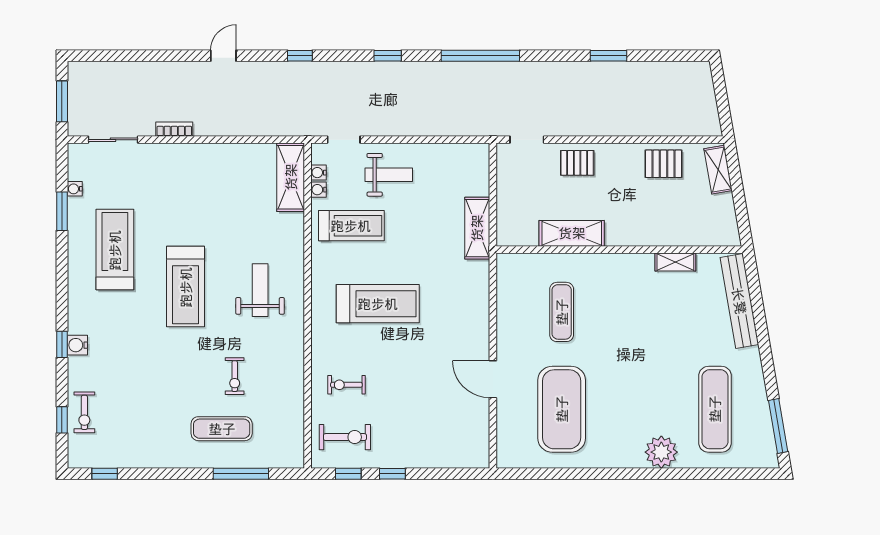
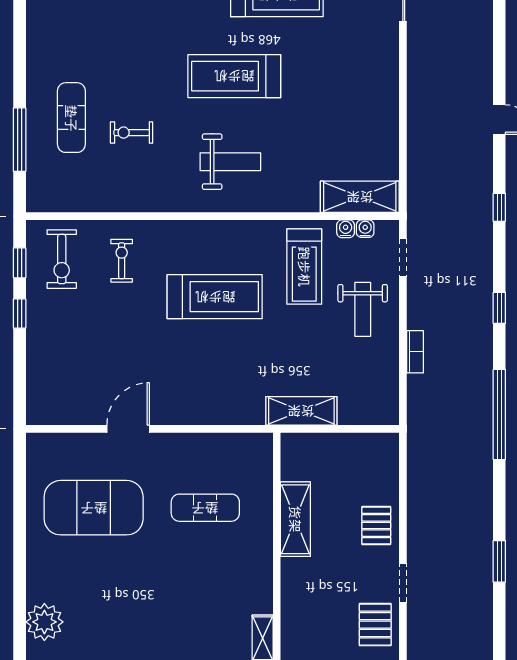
bookcase: (174, 129) -> (415, 352), moved
doorway: (527, 140) -> (403, 583), moved
treadmill: (378, 304) -> (215, 297), turned -90

